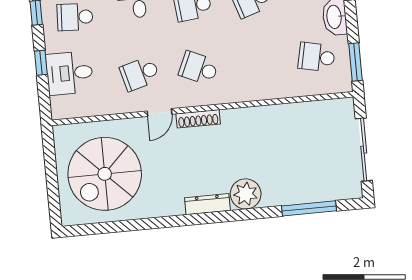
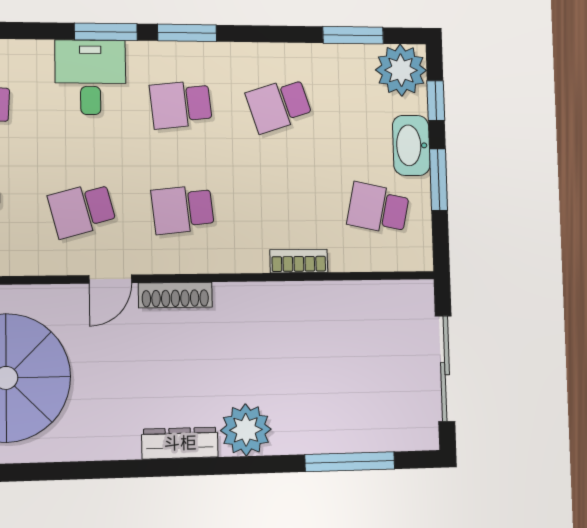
window: (355, 62) -> (438, 180), moved
school desk: (199, 68) -> (183, 209), turned -30
bookcase: (270, 93) -> (299, 261), added

